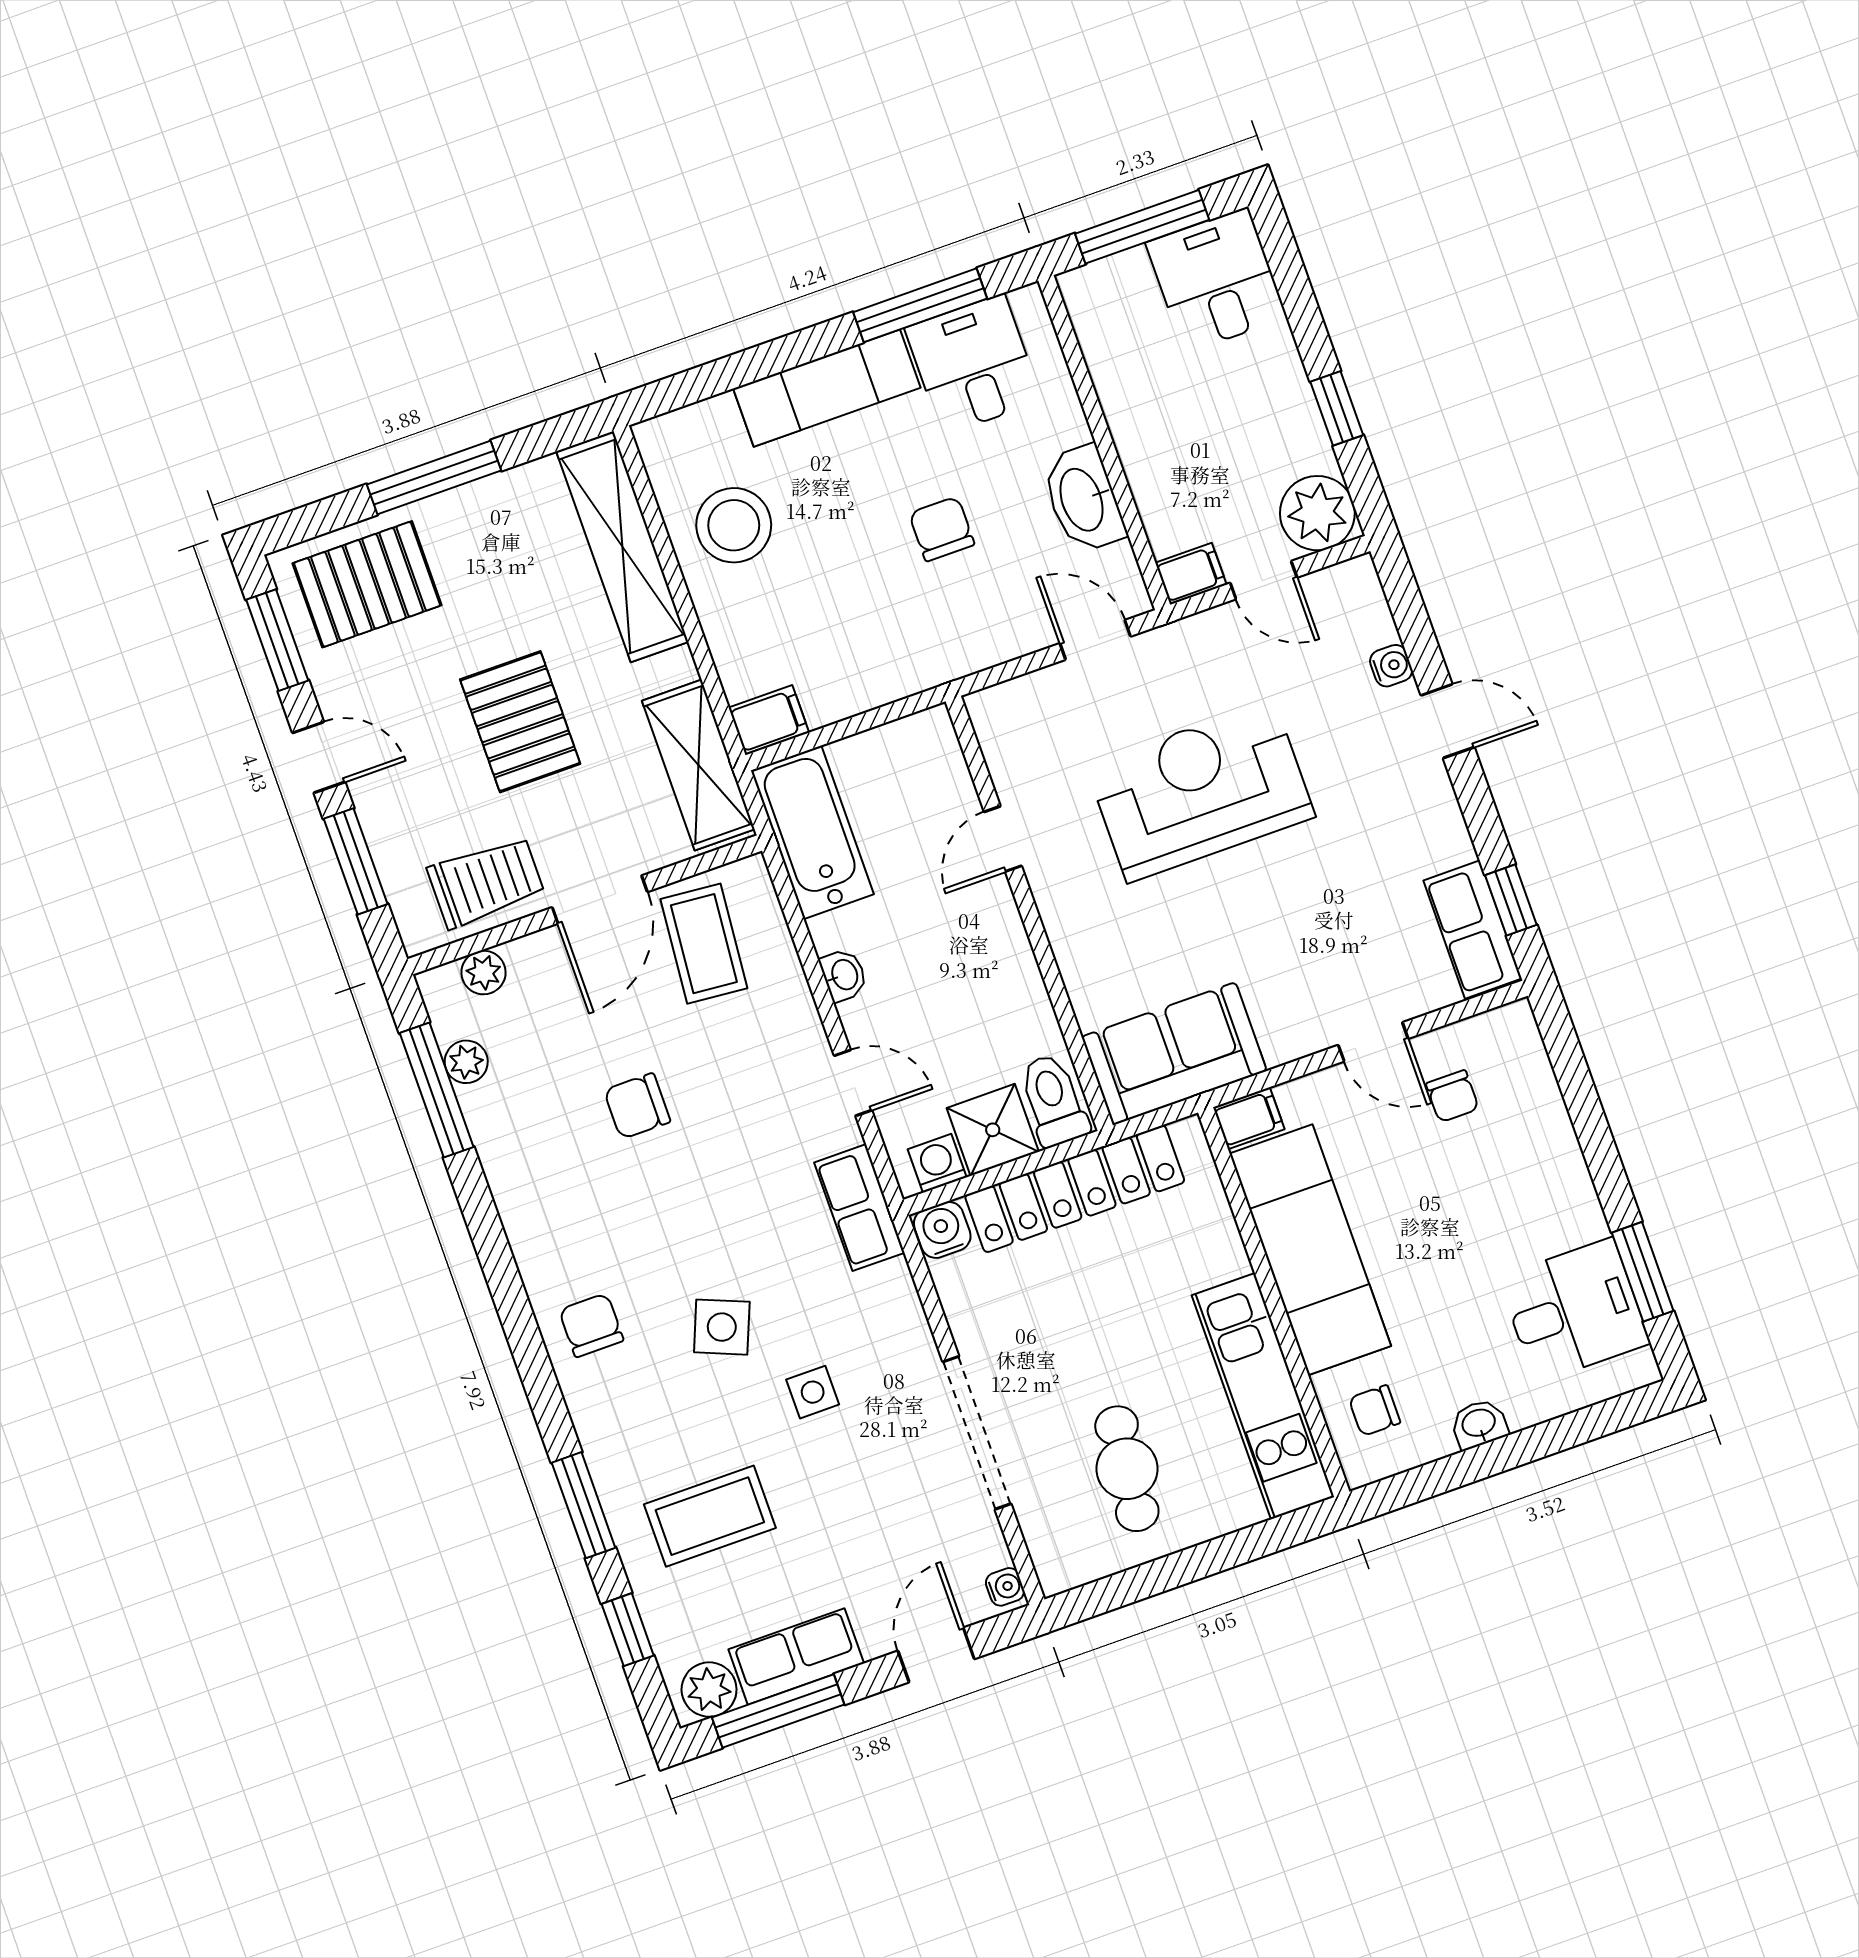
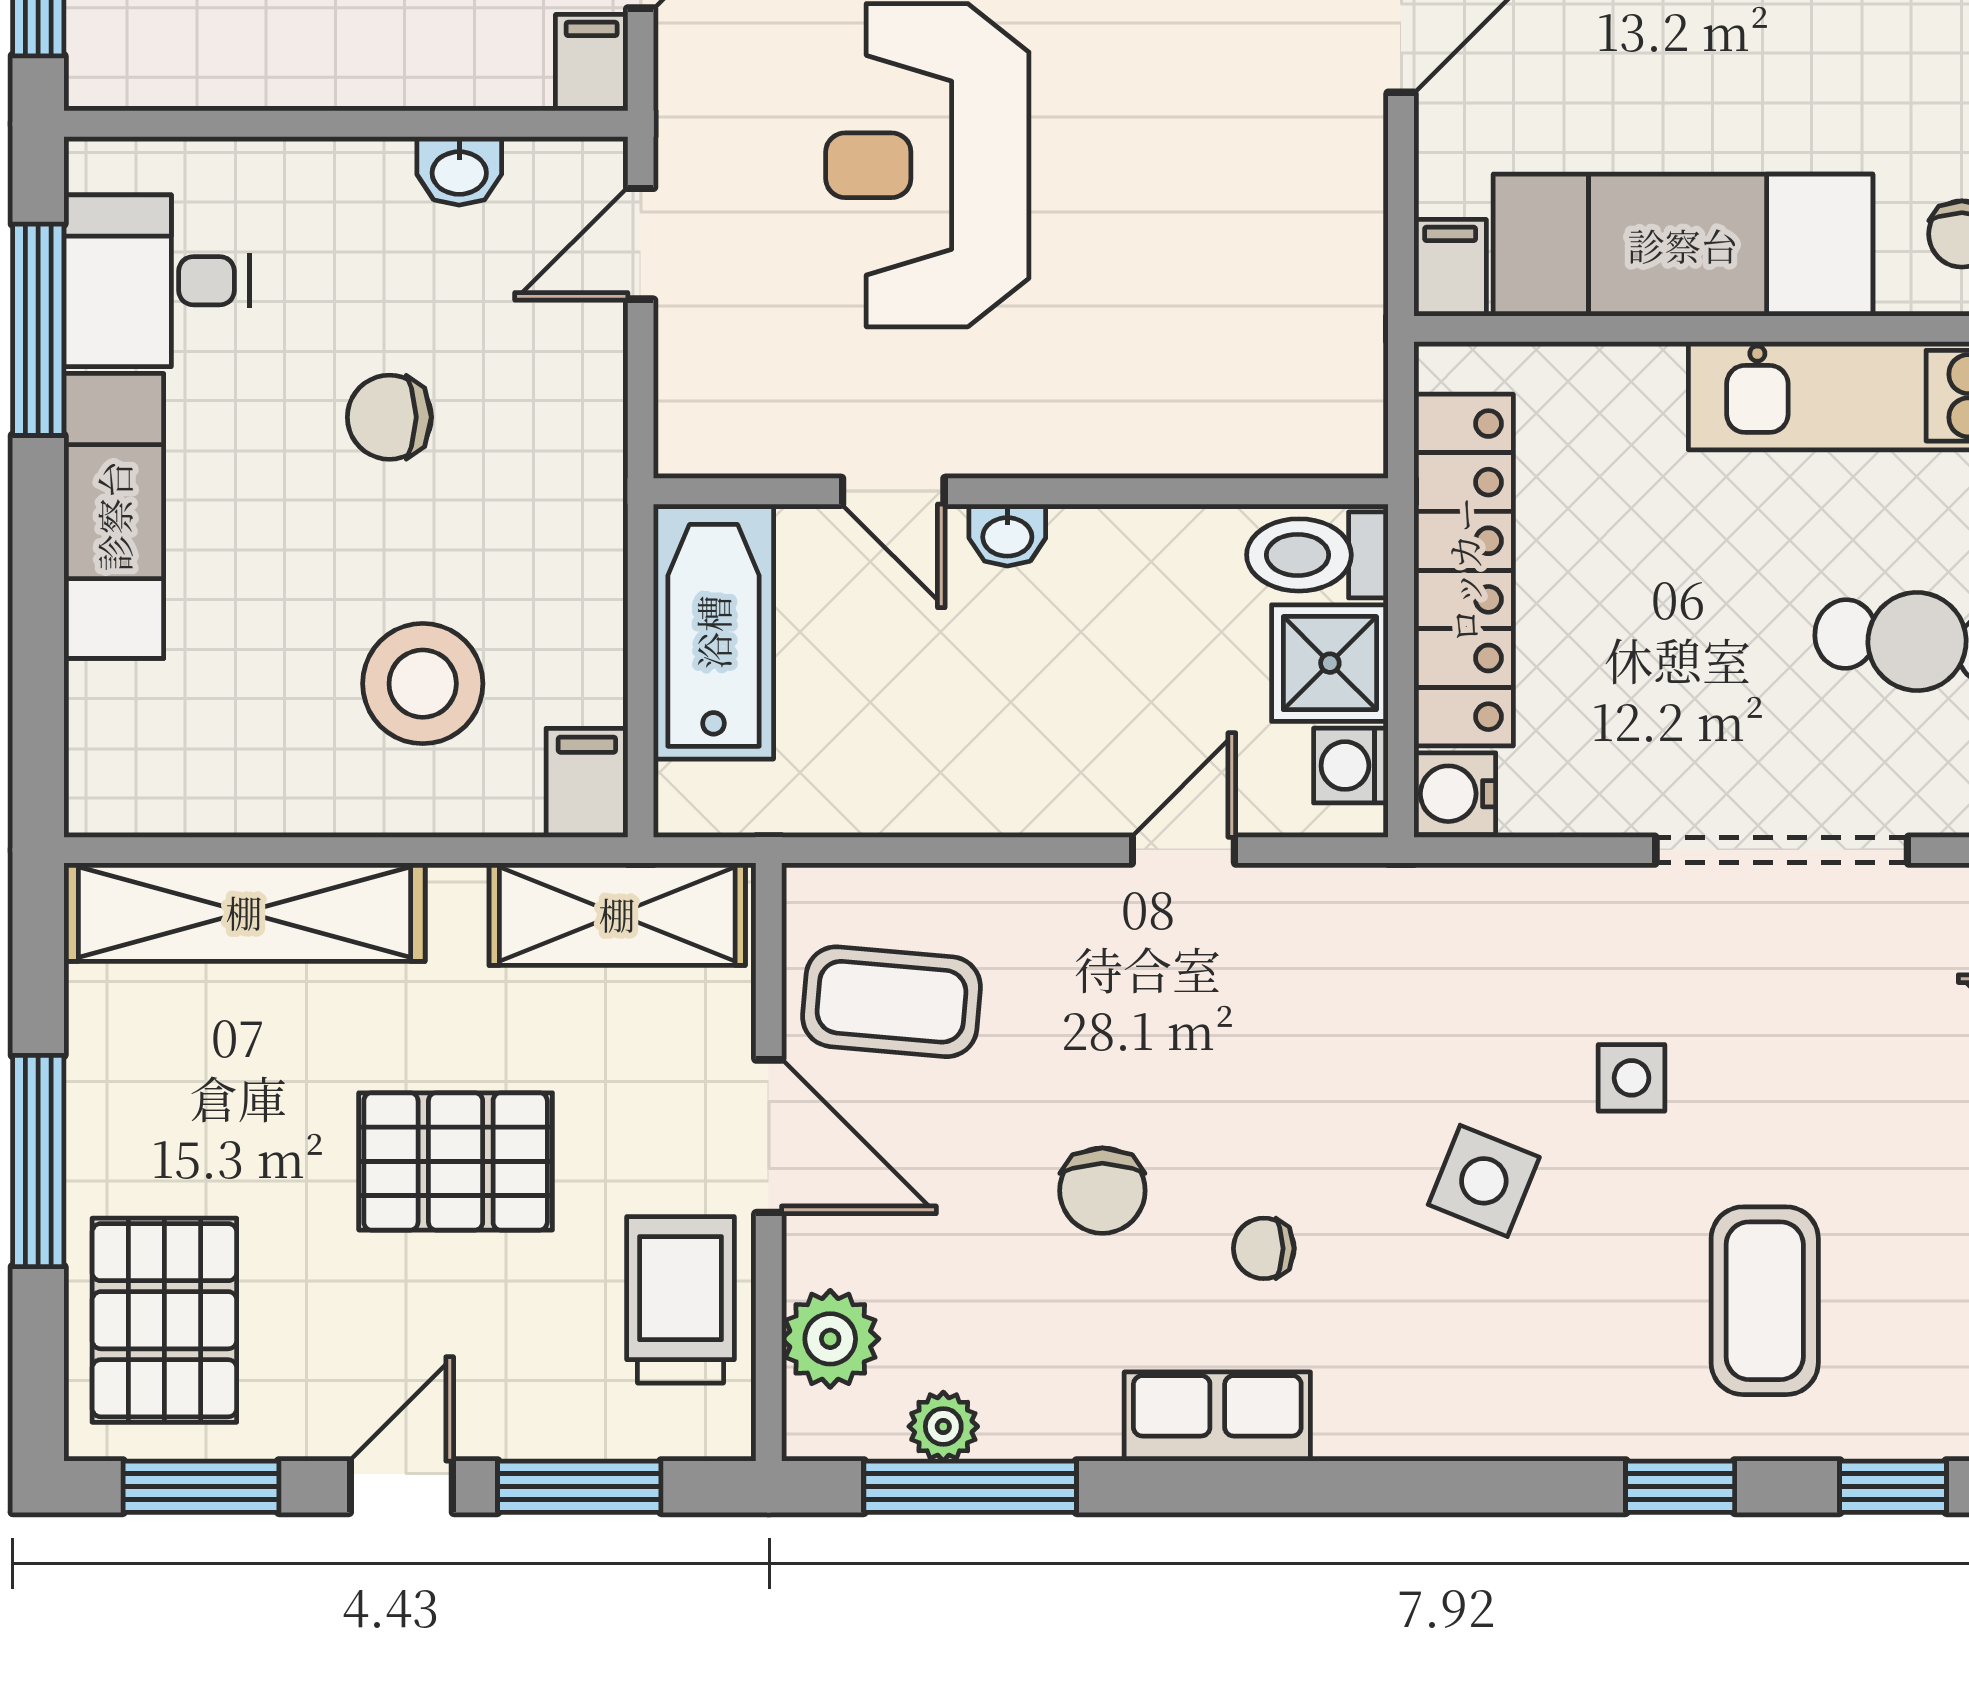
washbasin: (1083, 499) -> (459, 171), width x0.52, depth x0.69
stool: (734, 525) -> (423, 684), moved
bathtub: (812, 832) -> (713, 632), moved, turned 90
plant: (484, 973) -> (830, 1339), width x1.38, depth x1.38
washbasin: (844, 975) -> (1007, 535), moved, turned 180
sofa: (1174, 1054) -> (1312, 347), removed
row of seats: (859, 1208) -> (1217, 1416), moved, turned 180
chair: (591, 1325) -> (1264, 1248), moved, width x0.73, depth x0.73
window: (584, 1505) -> (1680, 1487), width x0.67

